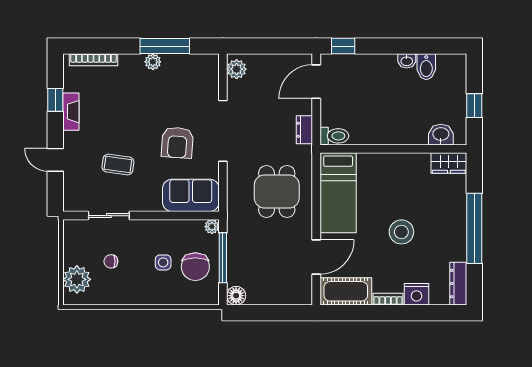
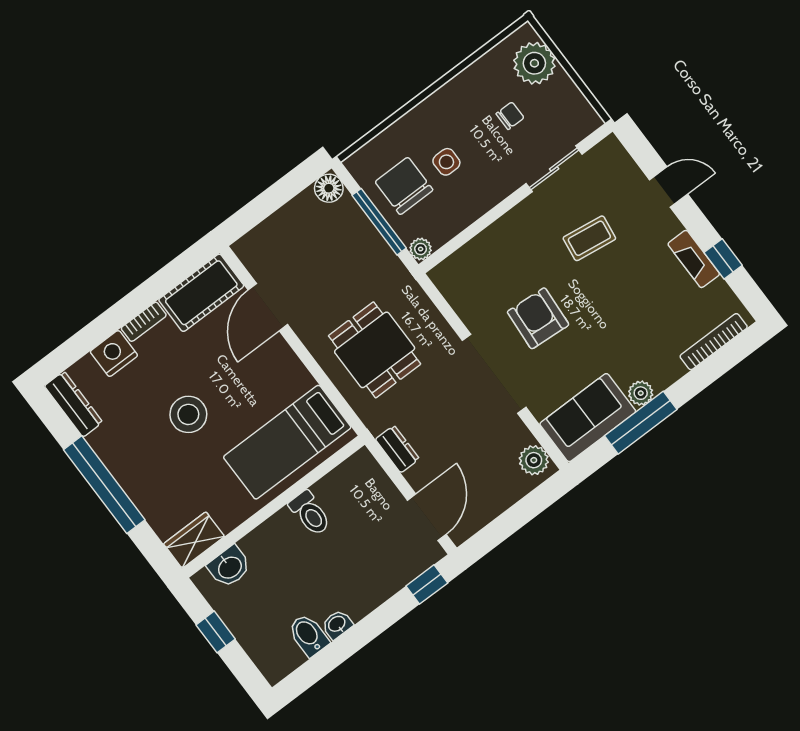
toilet: (334, 136) -> (310, 513), moved, turned -90
bed: (338, 193) -> (287, 442), moved, turned -90
sofa: (191, 195) -> (588, 418), moved, turned 180

